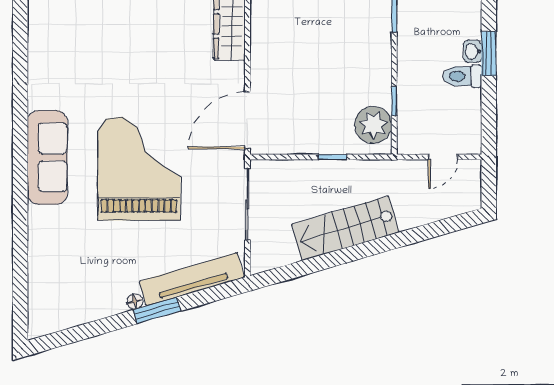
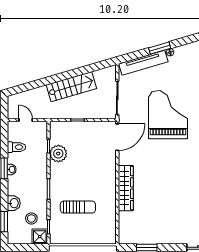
toilet: (462, 76) -> (16, 147), moved
plant: (373, 125) -> (58, 154), moved
door: (443, 157) -> (26, 120), hinge flipped
grand piano: (139, 169) -> (168, 115), turned 180

